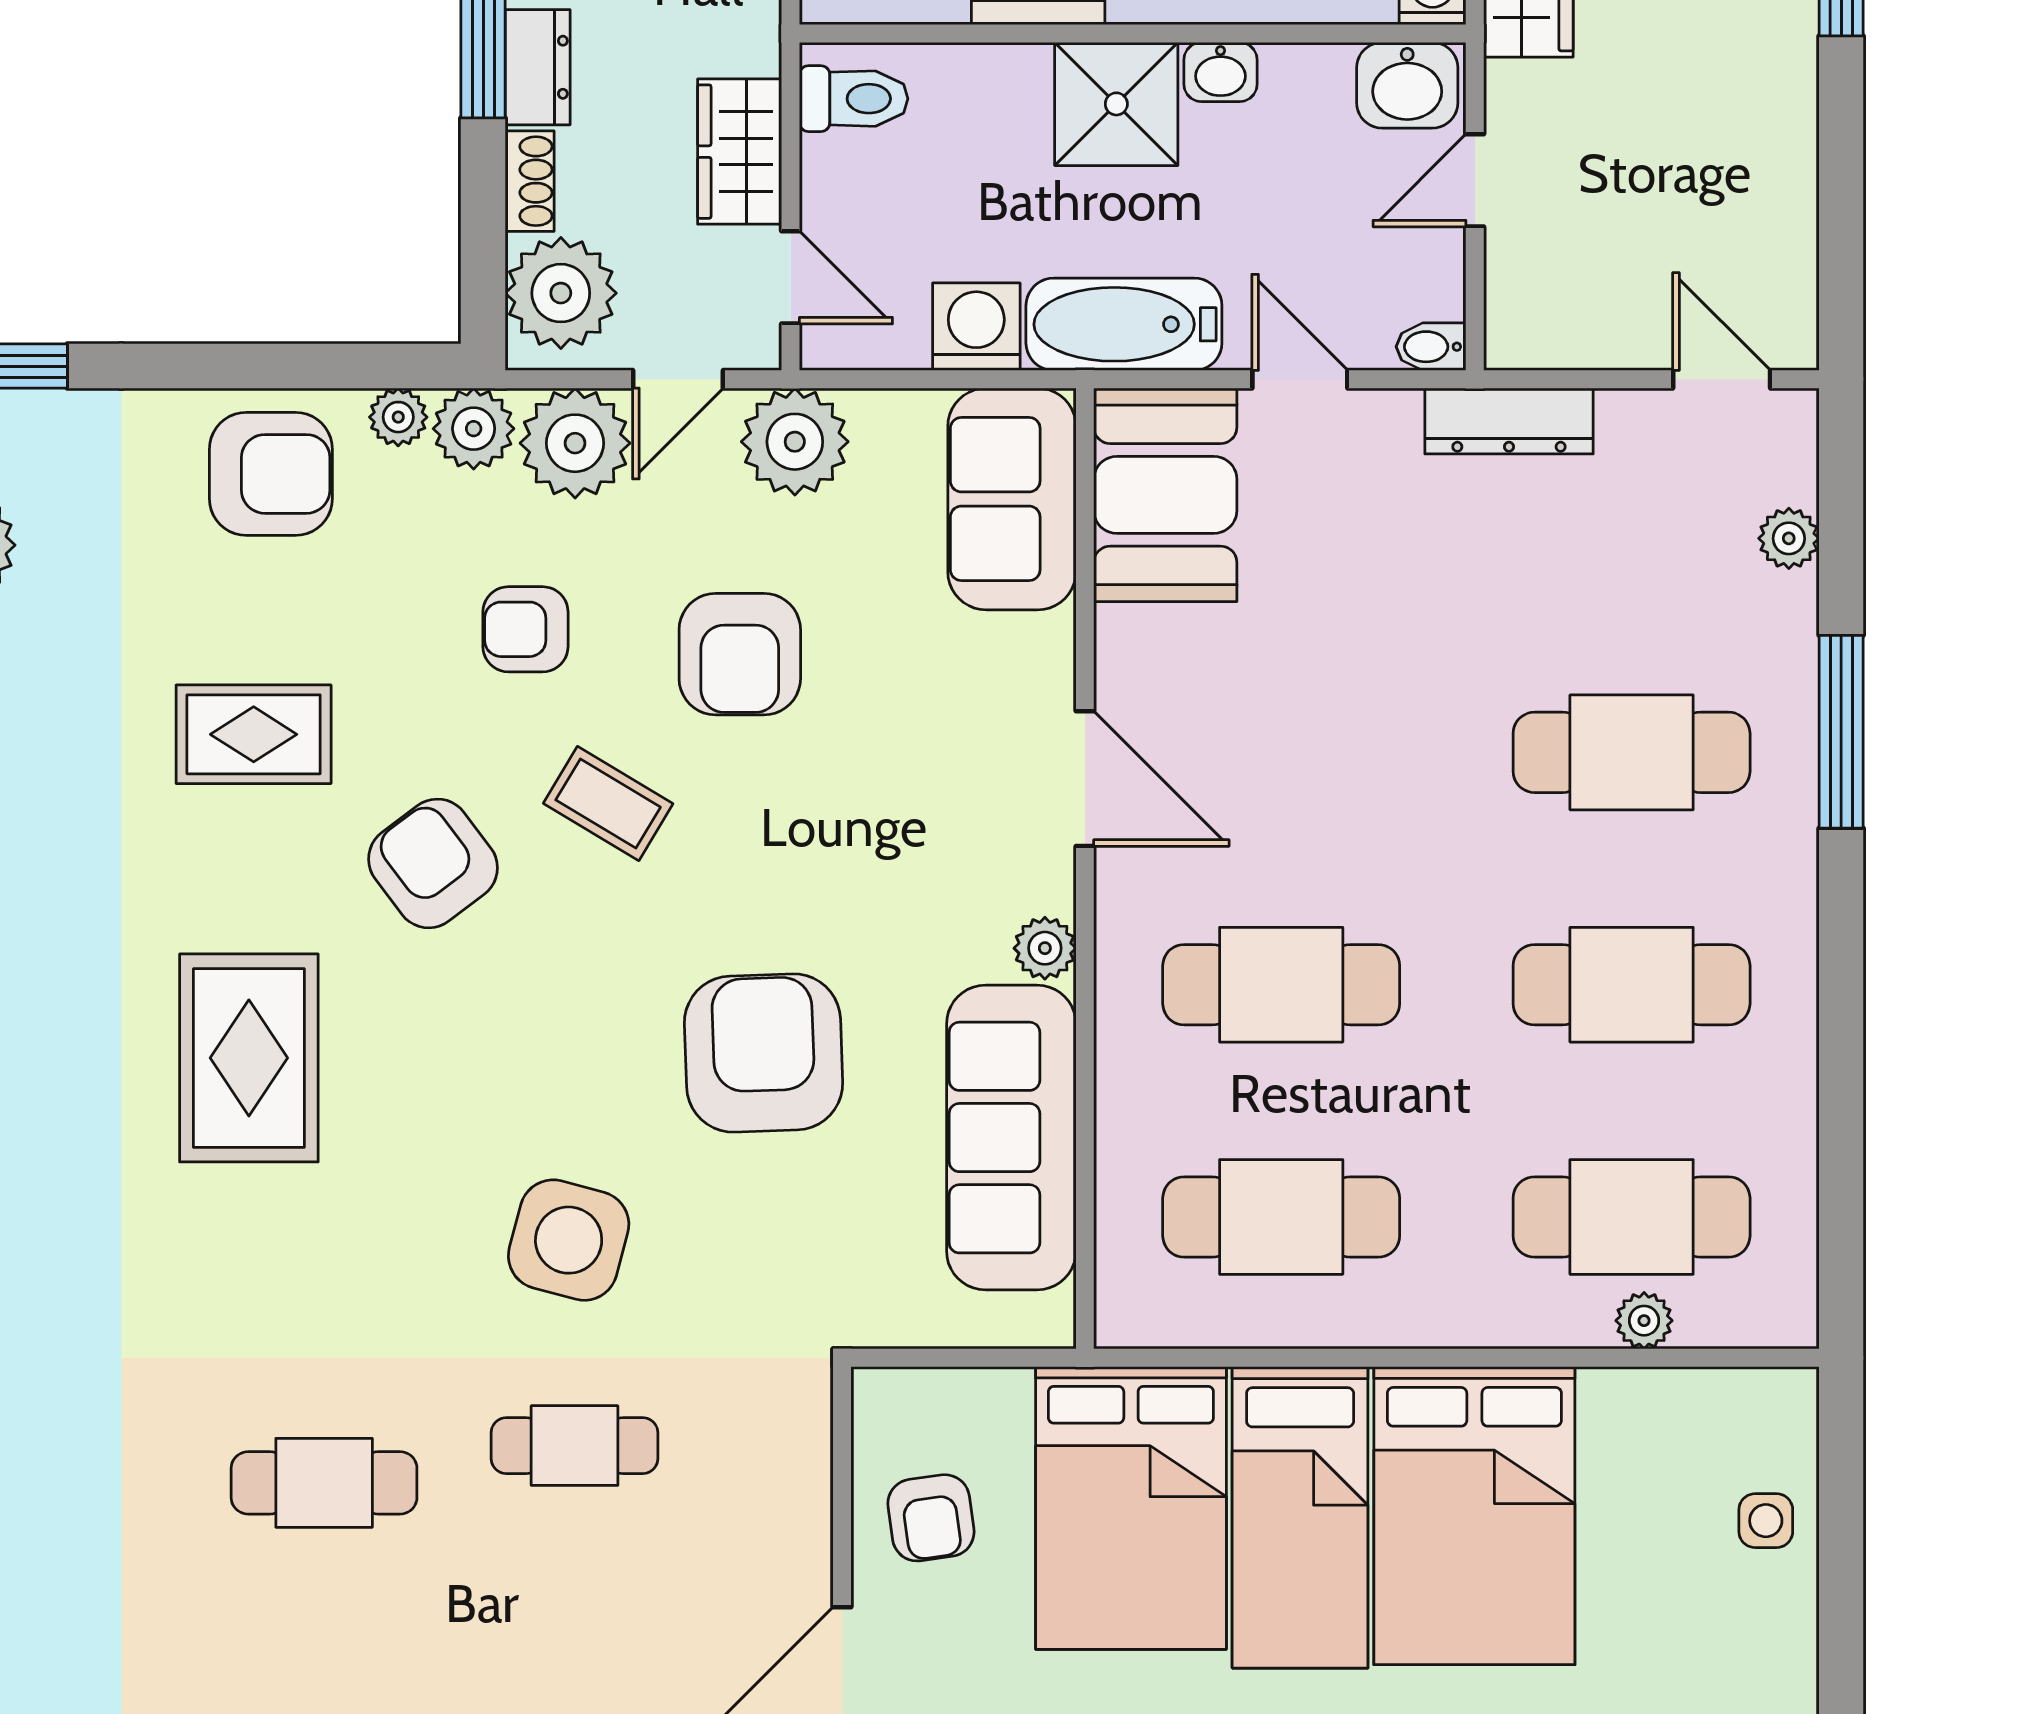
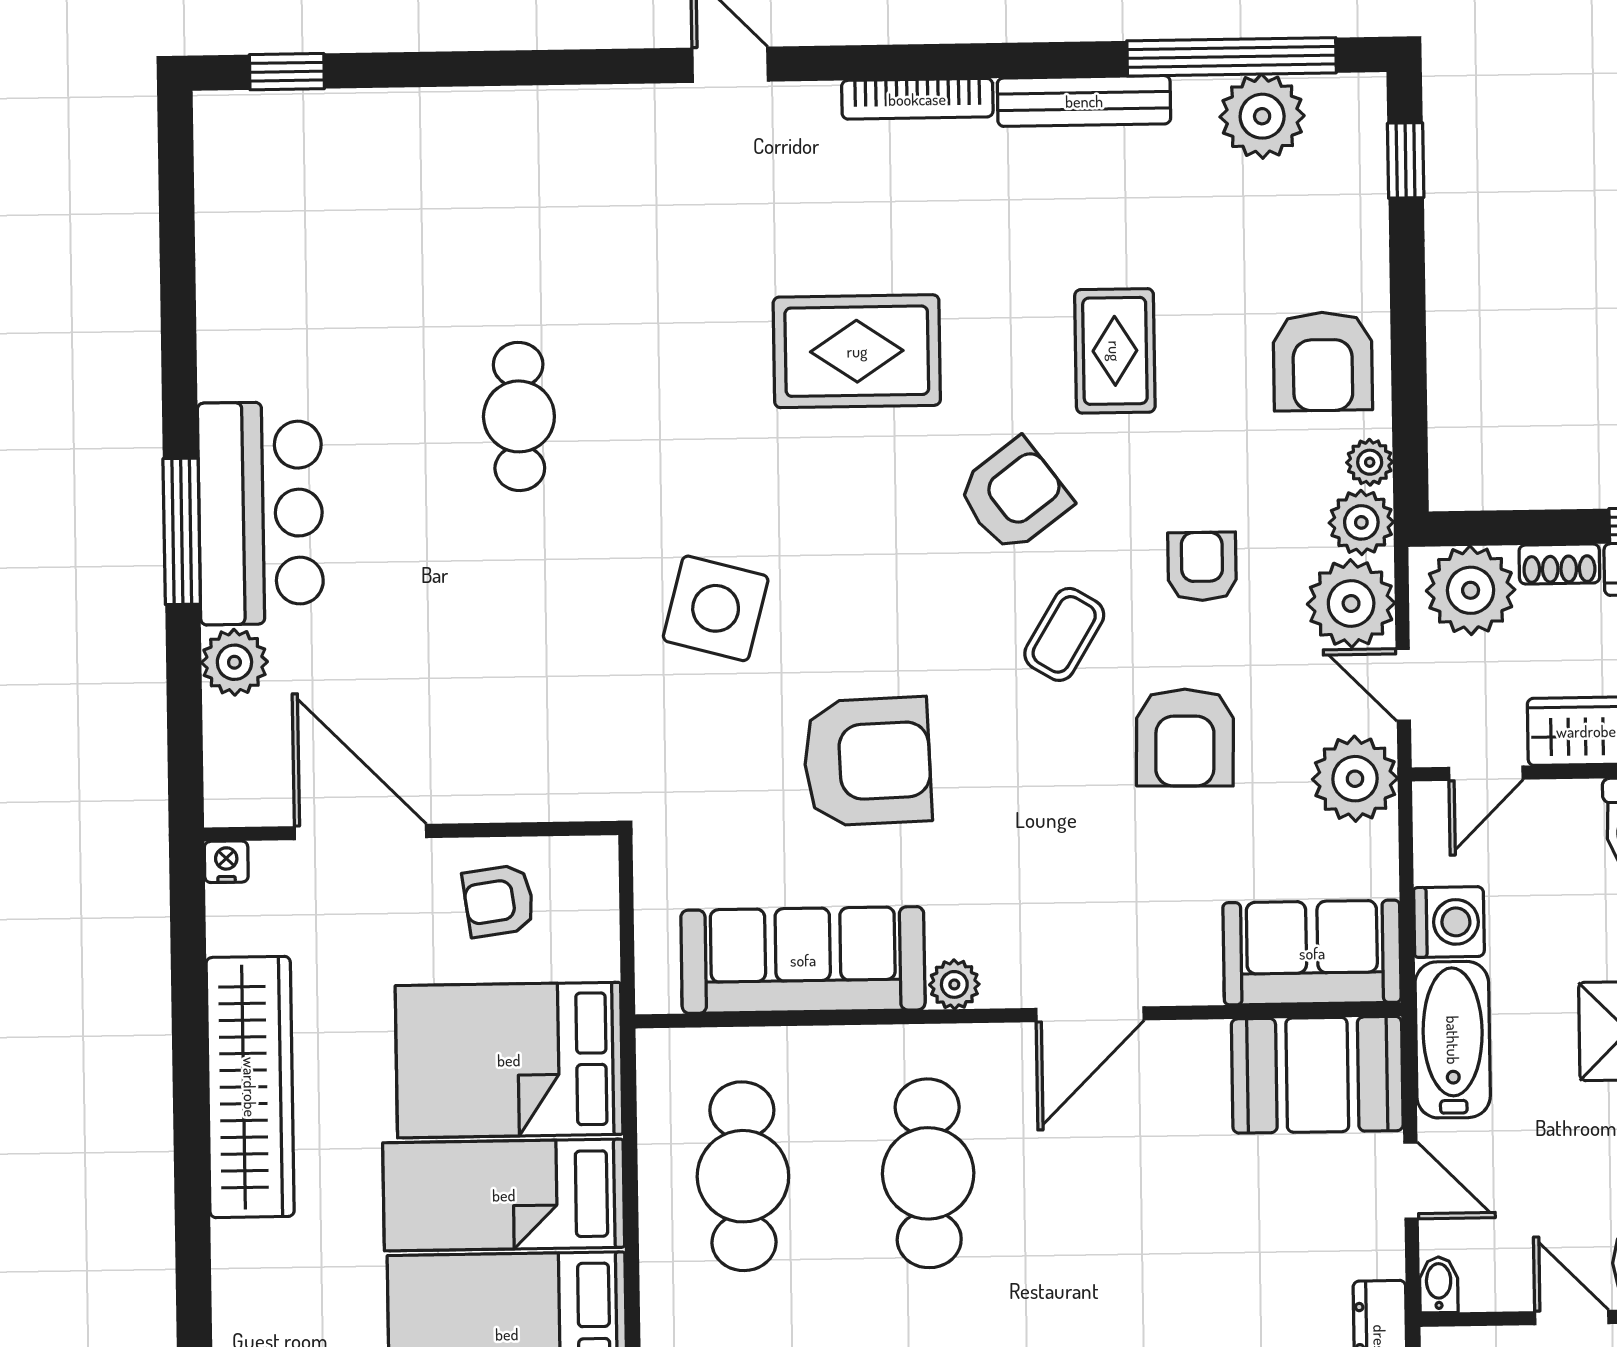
door: (1300, 379) -> (1411, 1181), hinge flipped
armchair: (740, 654) -> (1185, 738), turned -89
cafe table: (574, 1446) -> (552, 616), removed

